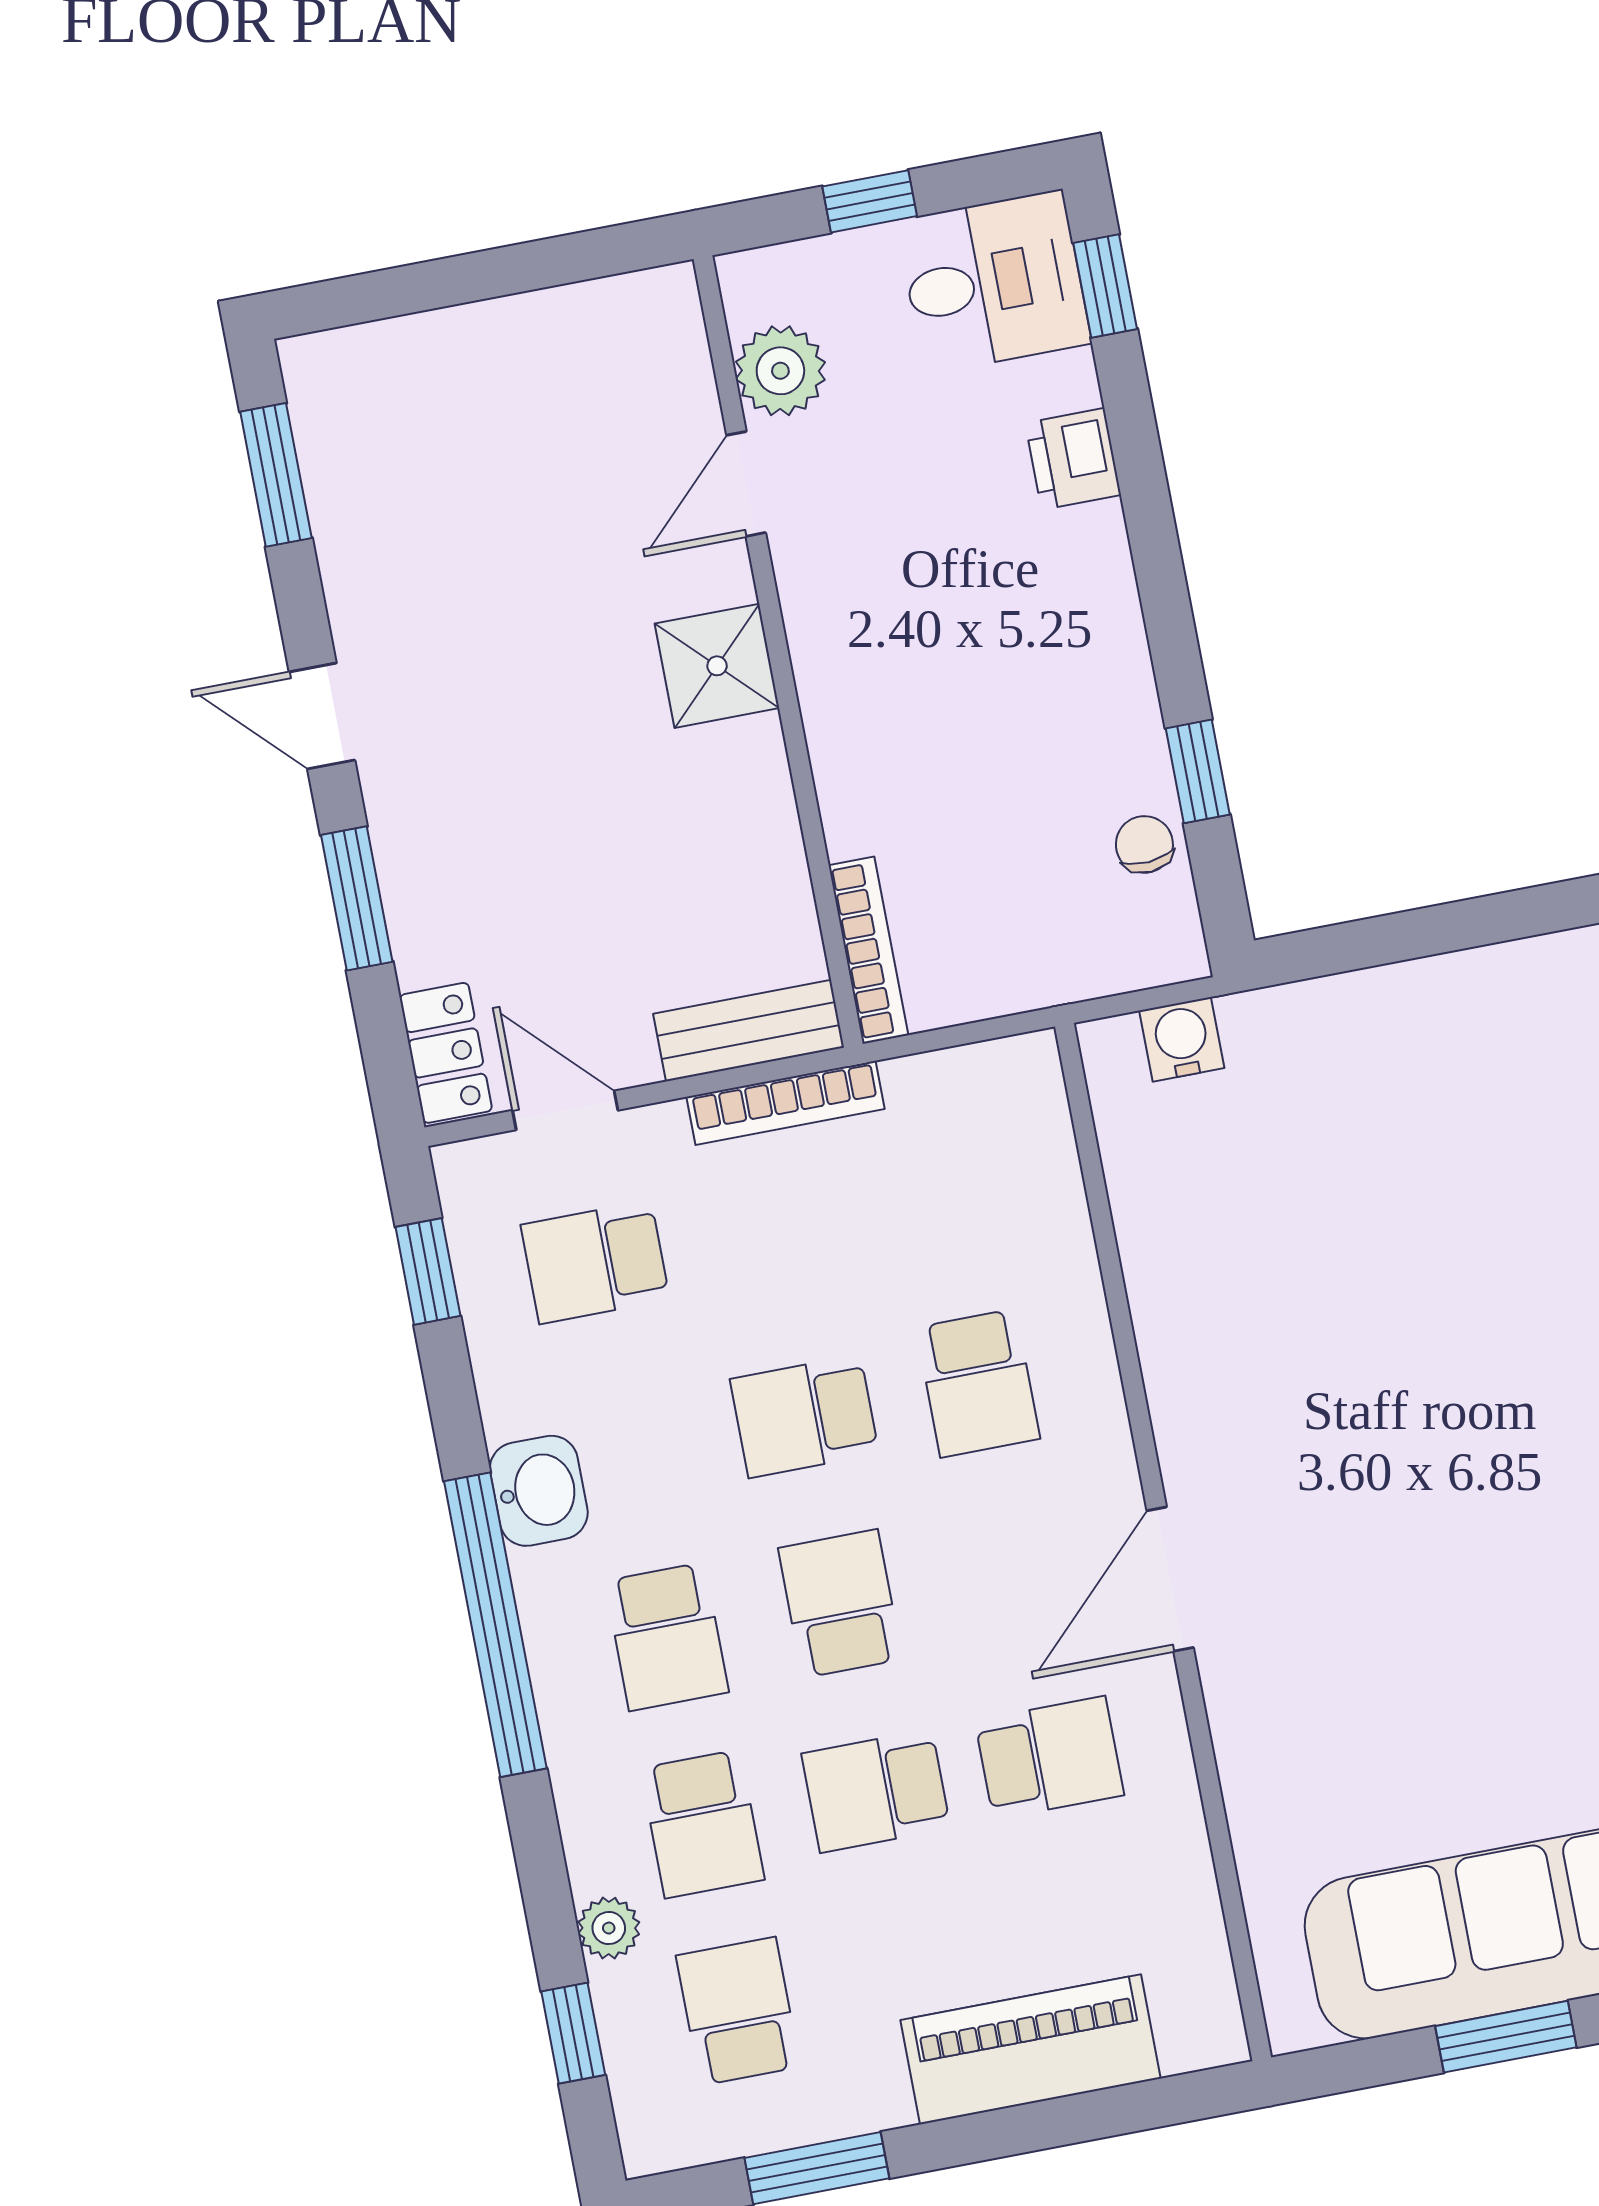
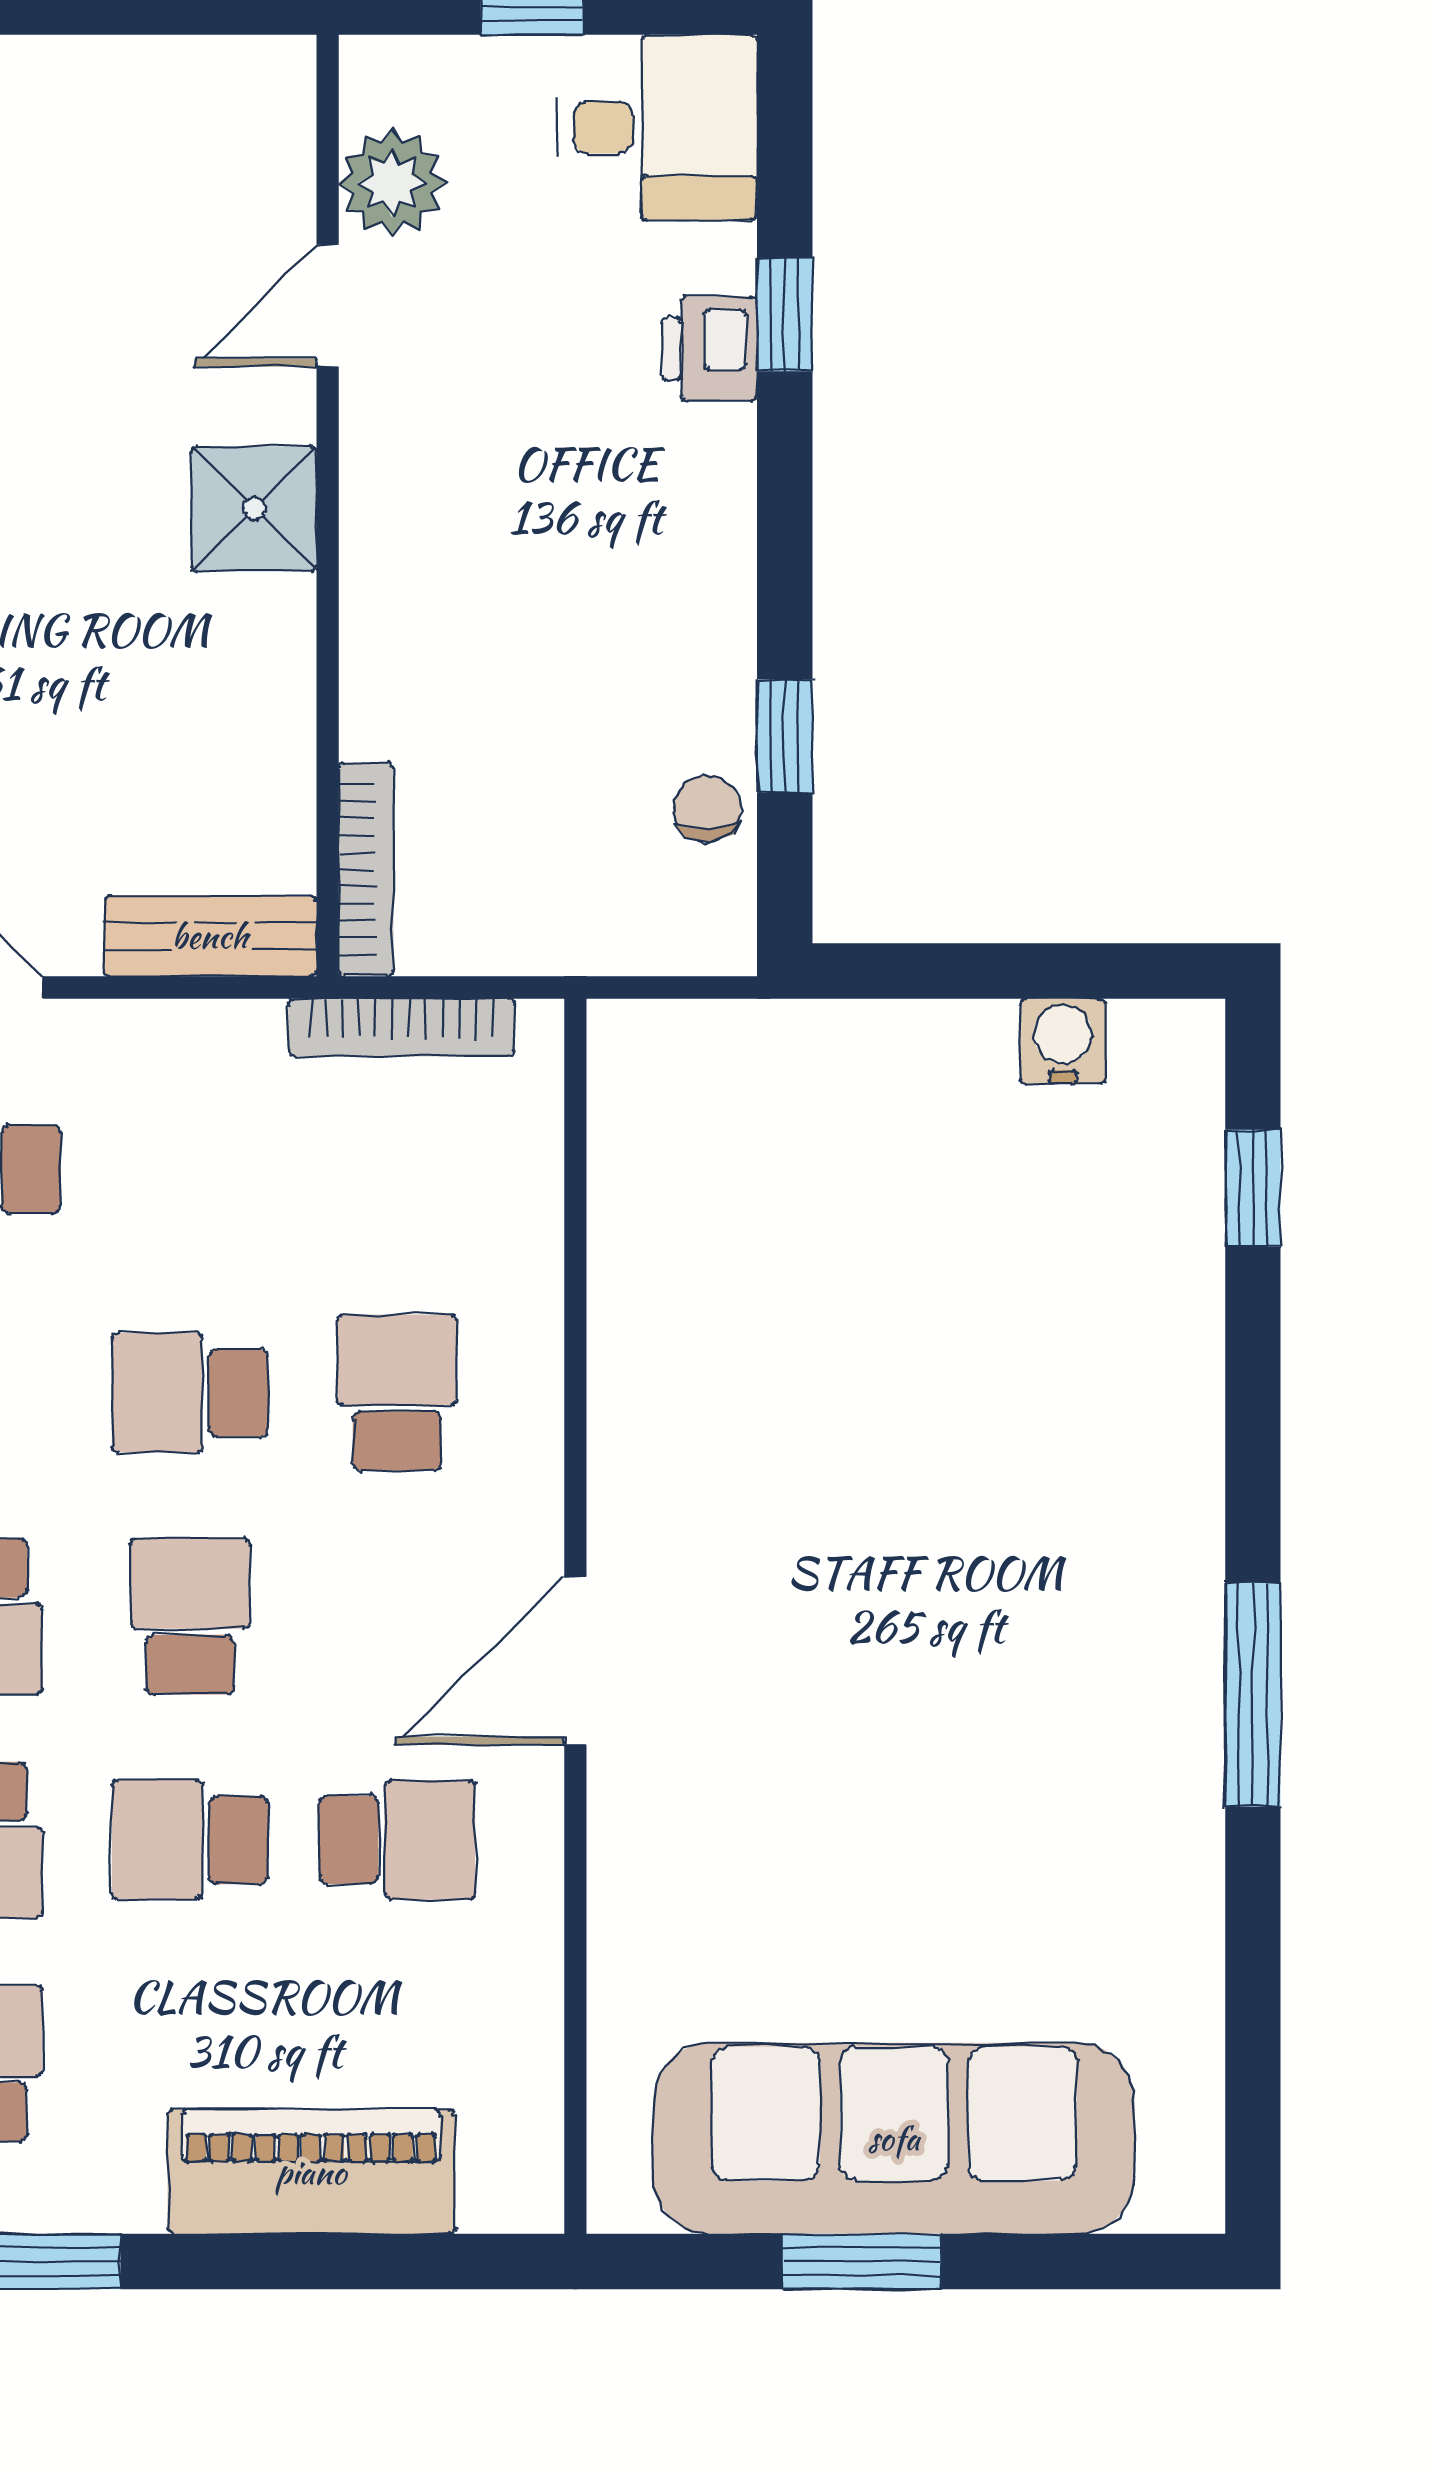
window: (1105, 286) -> (785, 315), moved
water cooler: (1182, 1039) -> (1063, 1041), moved
bookcase: (786, 1103) -> (401, 1027), moved
school desk: (978, 1383) -> (397, 1393), turned 180

